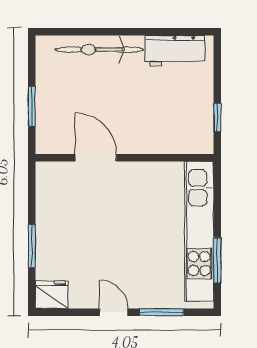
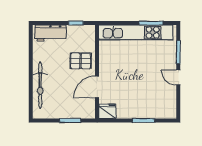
workbench: (175, 51) -> (51, 33), moved, turned 90
pallet: (145, 126) -> (81, 61), added
fridge: (52, 295) -> (107, 111), moved, turned 90
door: (114, 312) -> (178, 77), hinge flipped

